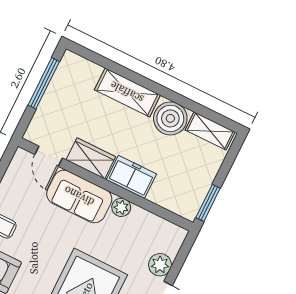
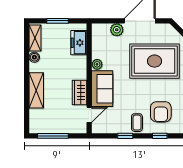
boiler: (170, 118) -> (34, 57), width x0.54, depth x0.54
freezer: (131, 177) -> (79, 43), moved
window: (208, 203) -> (57, 21), moved

